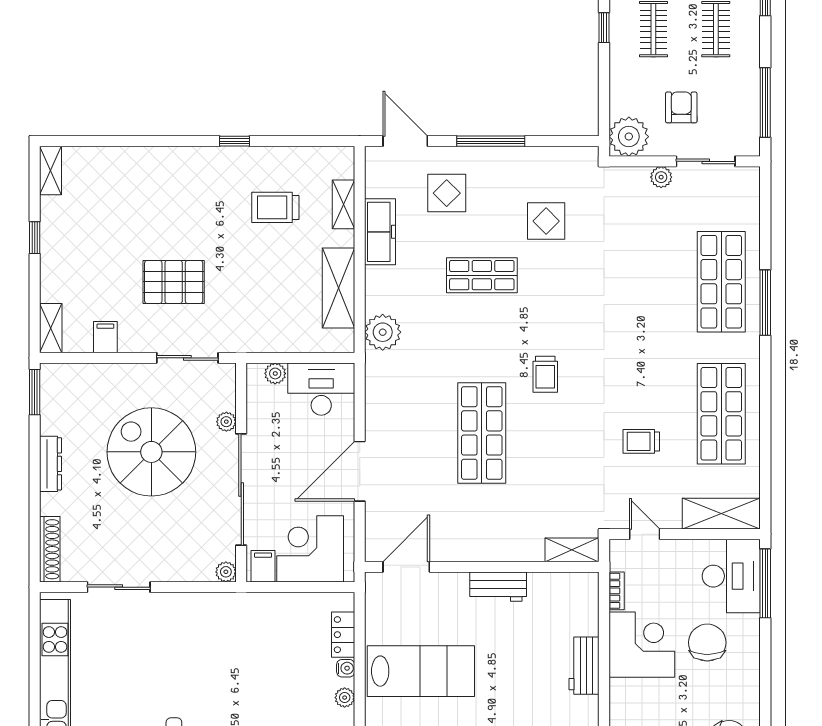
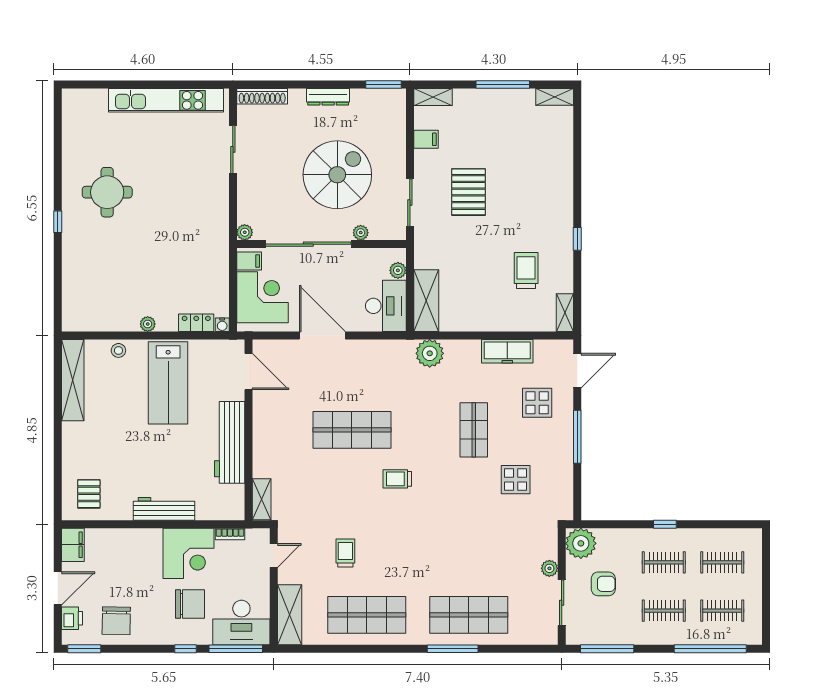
shelving: (344, 204) -> (565, 313), moved, turned 90
window: (35, 238) -> (503, 85), width x2.17
shelving: (339, 288) -> (426, 301), moved, turned 90
workbench: (498, 587) -> (230, 442), width x1.88, depth x1.32
window: (765, 649) -> (185, 649), added
workbench: (584, 666) -> (164, 509), width x1.37
water cooler: (346, 668) -> (222, 325), moved

